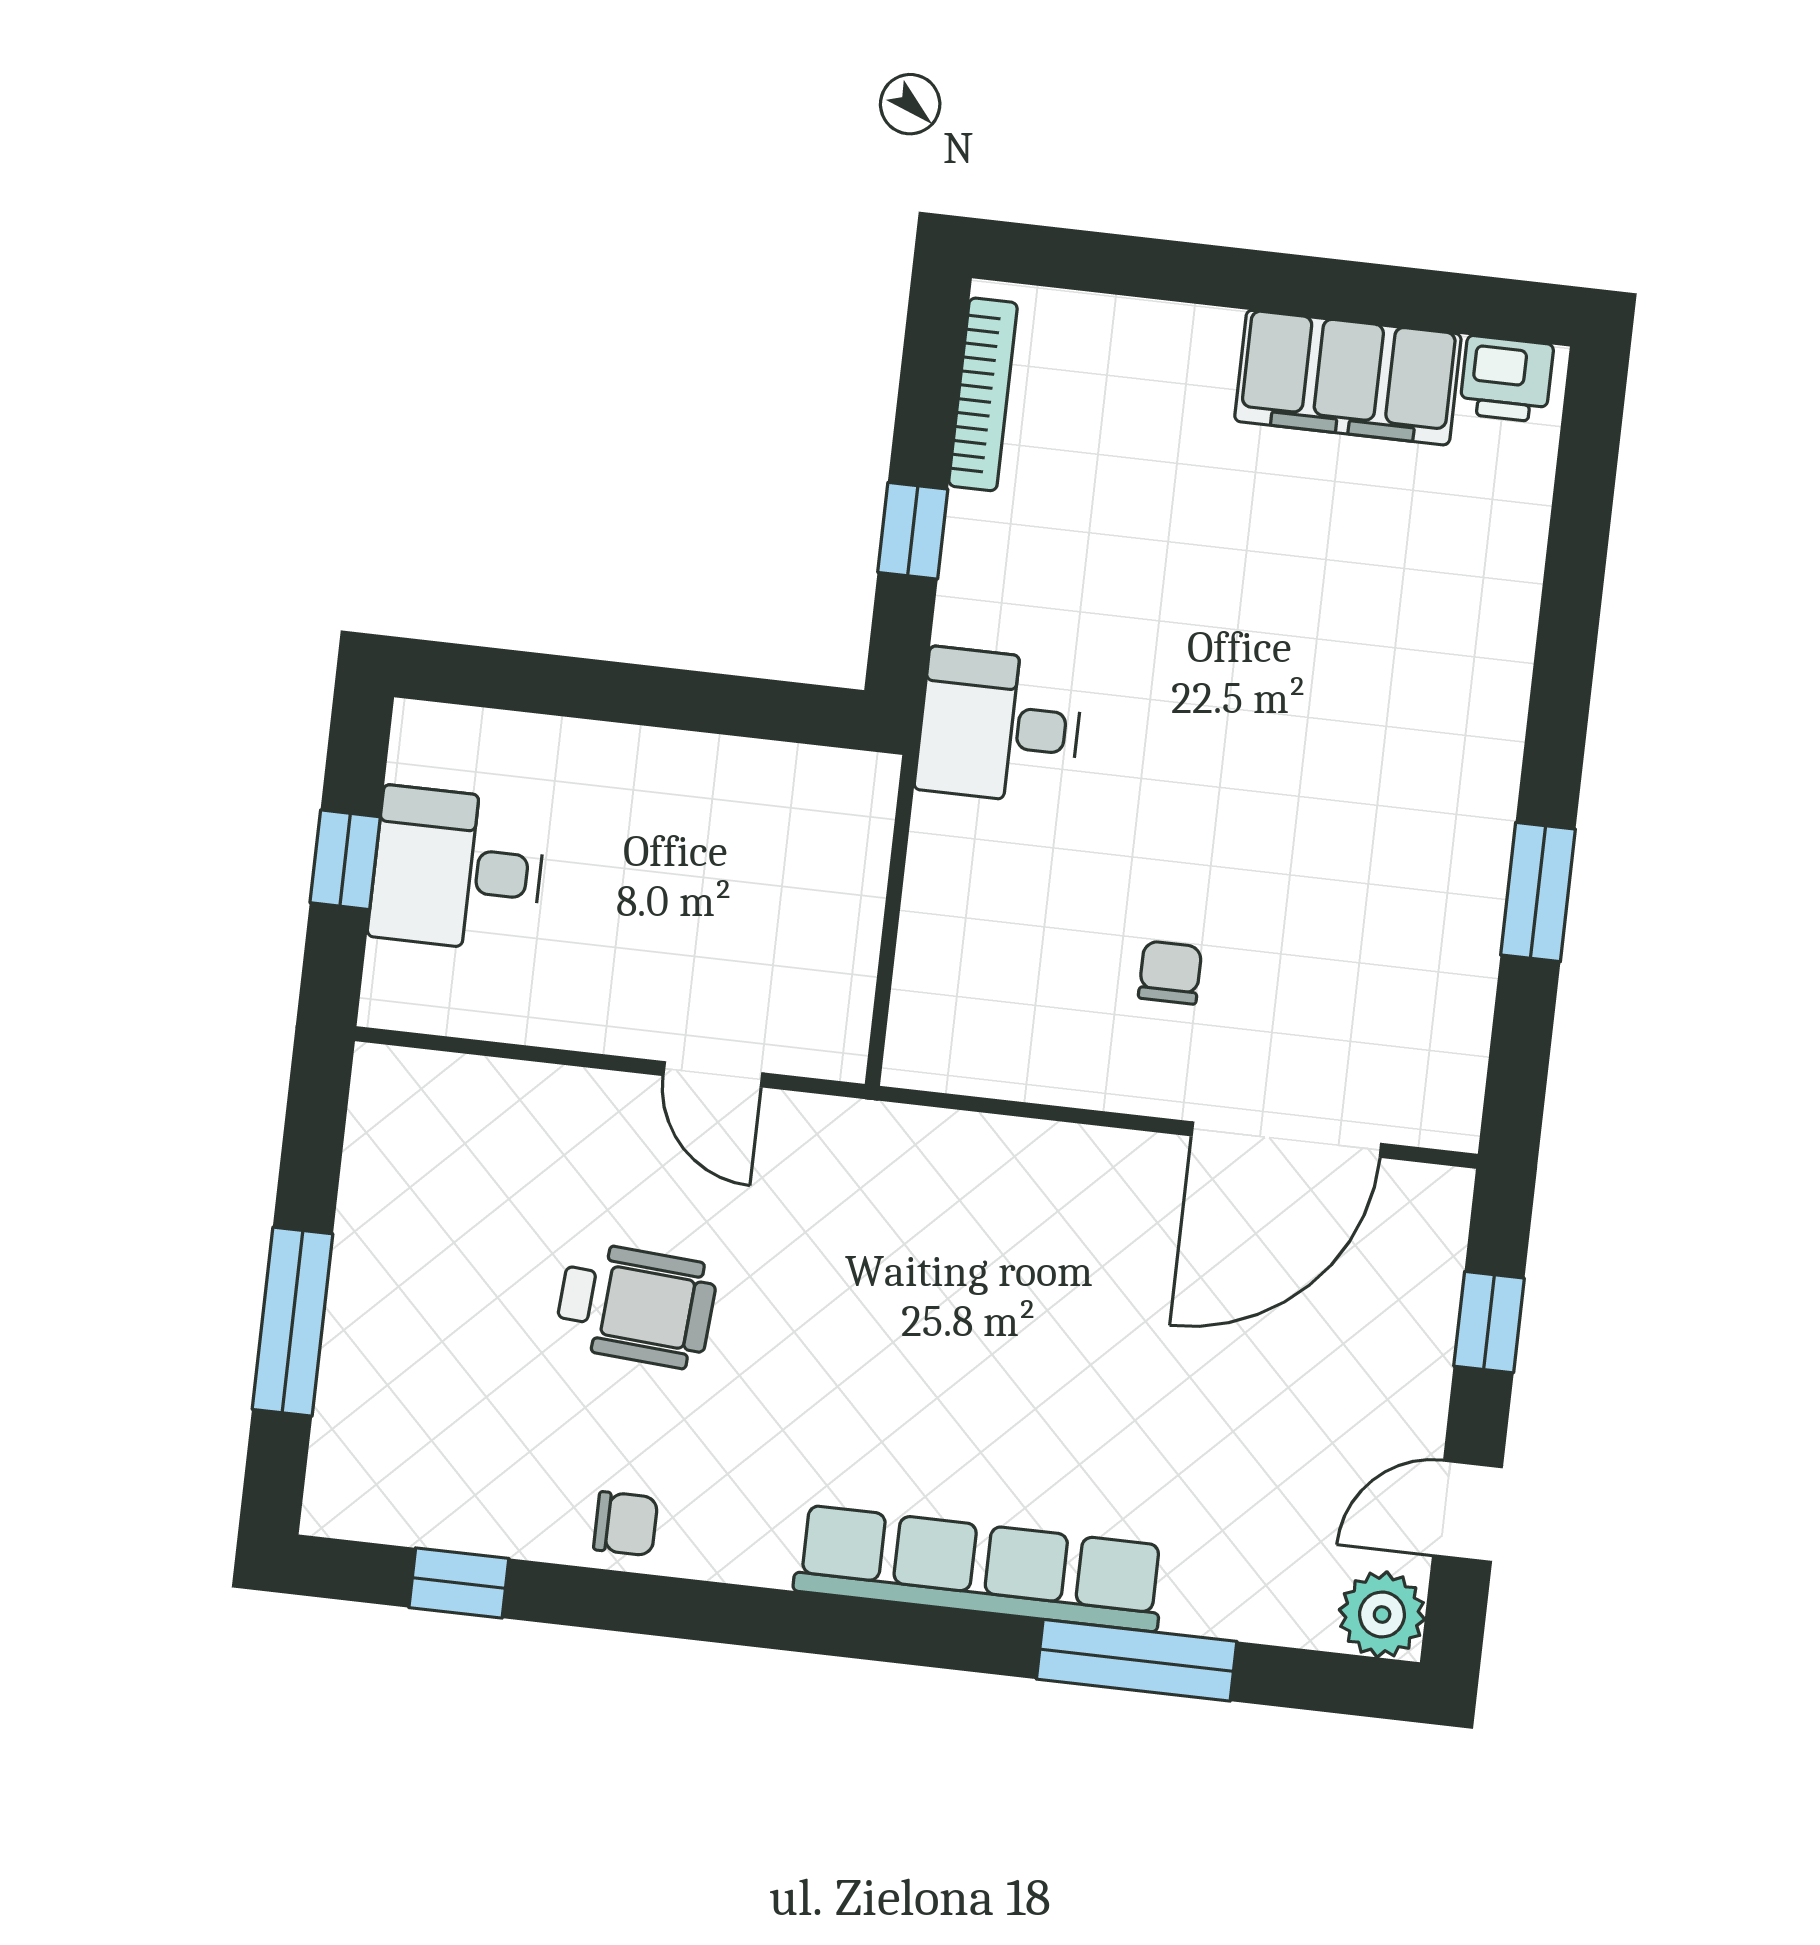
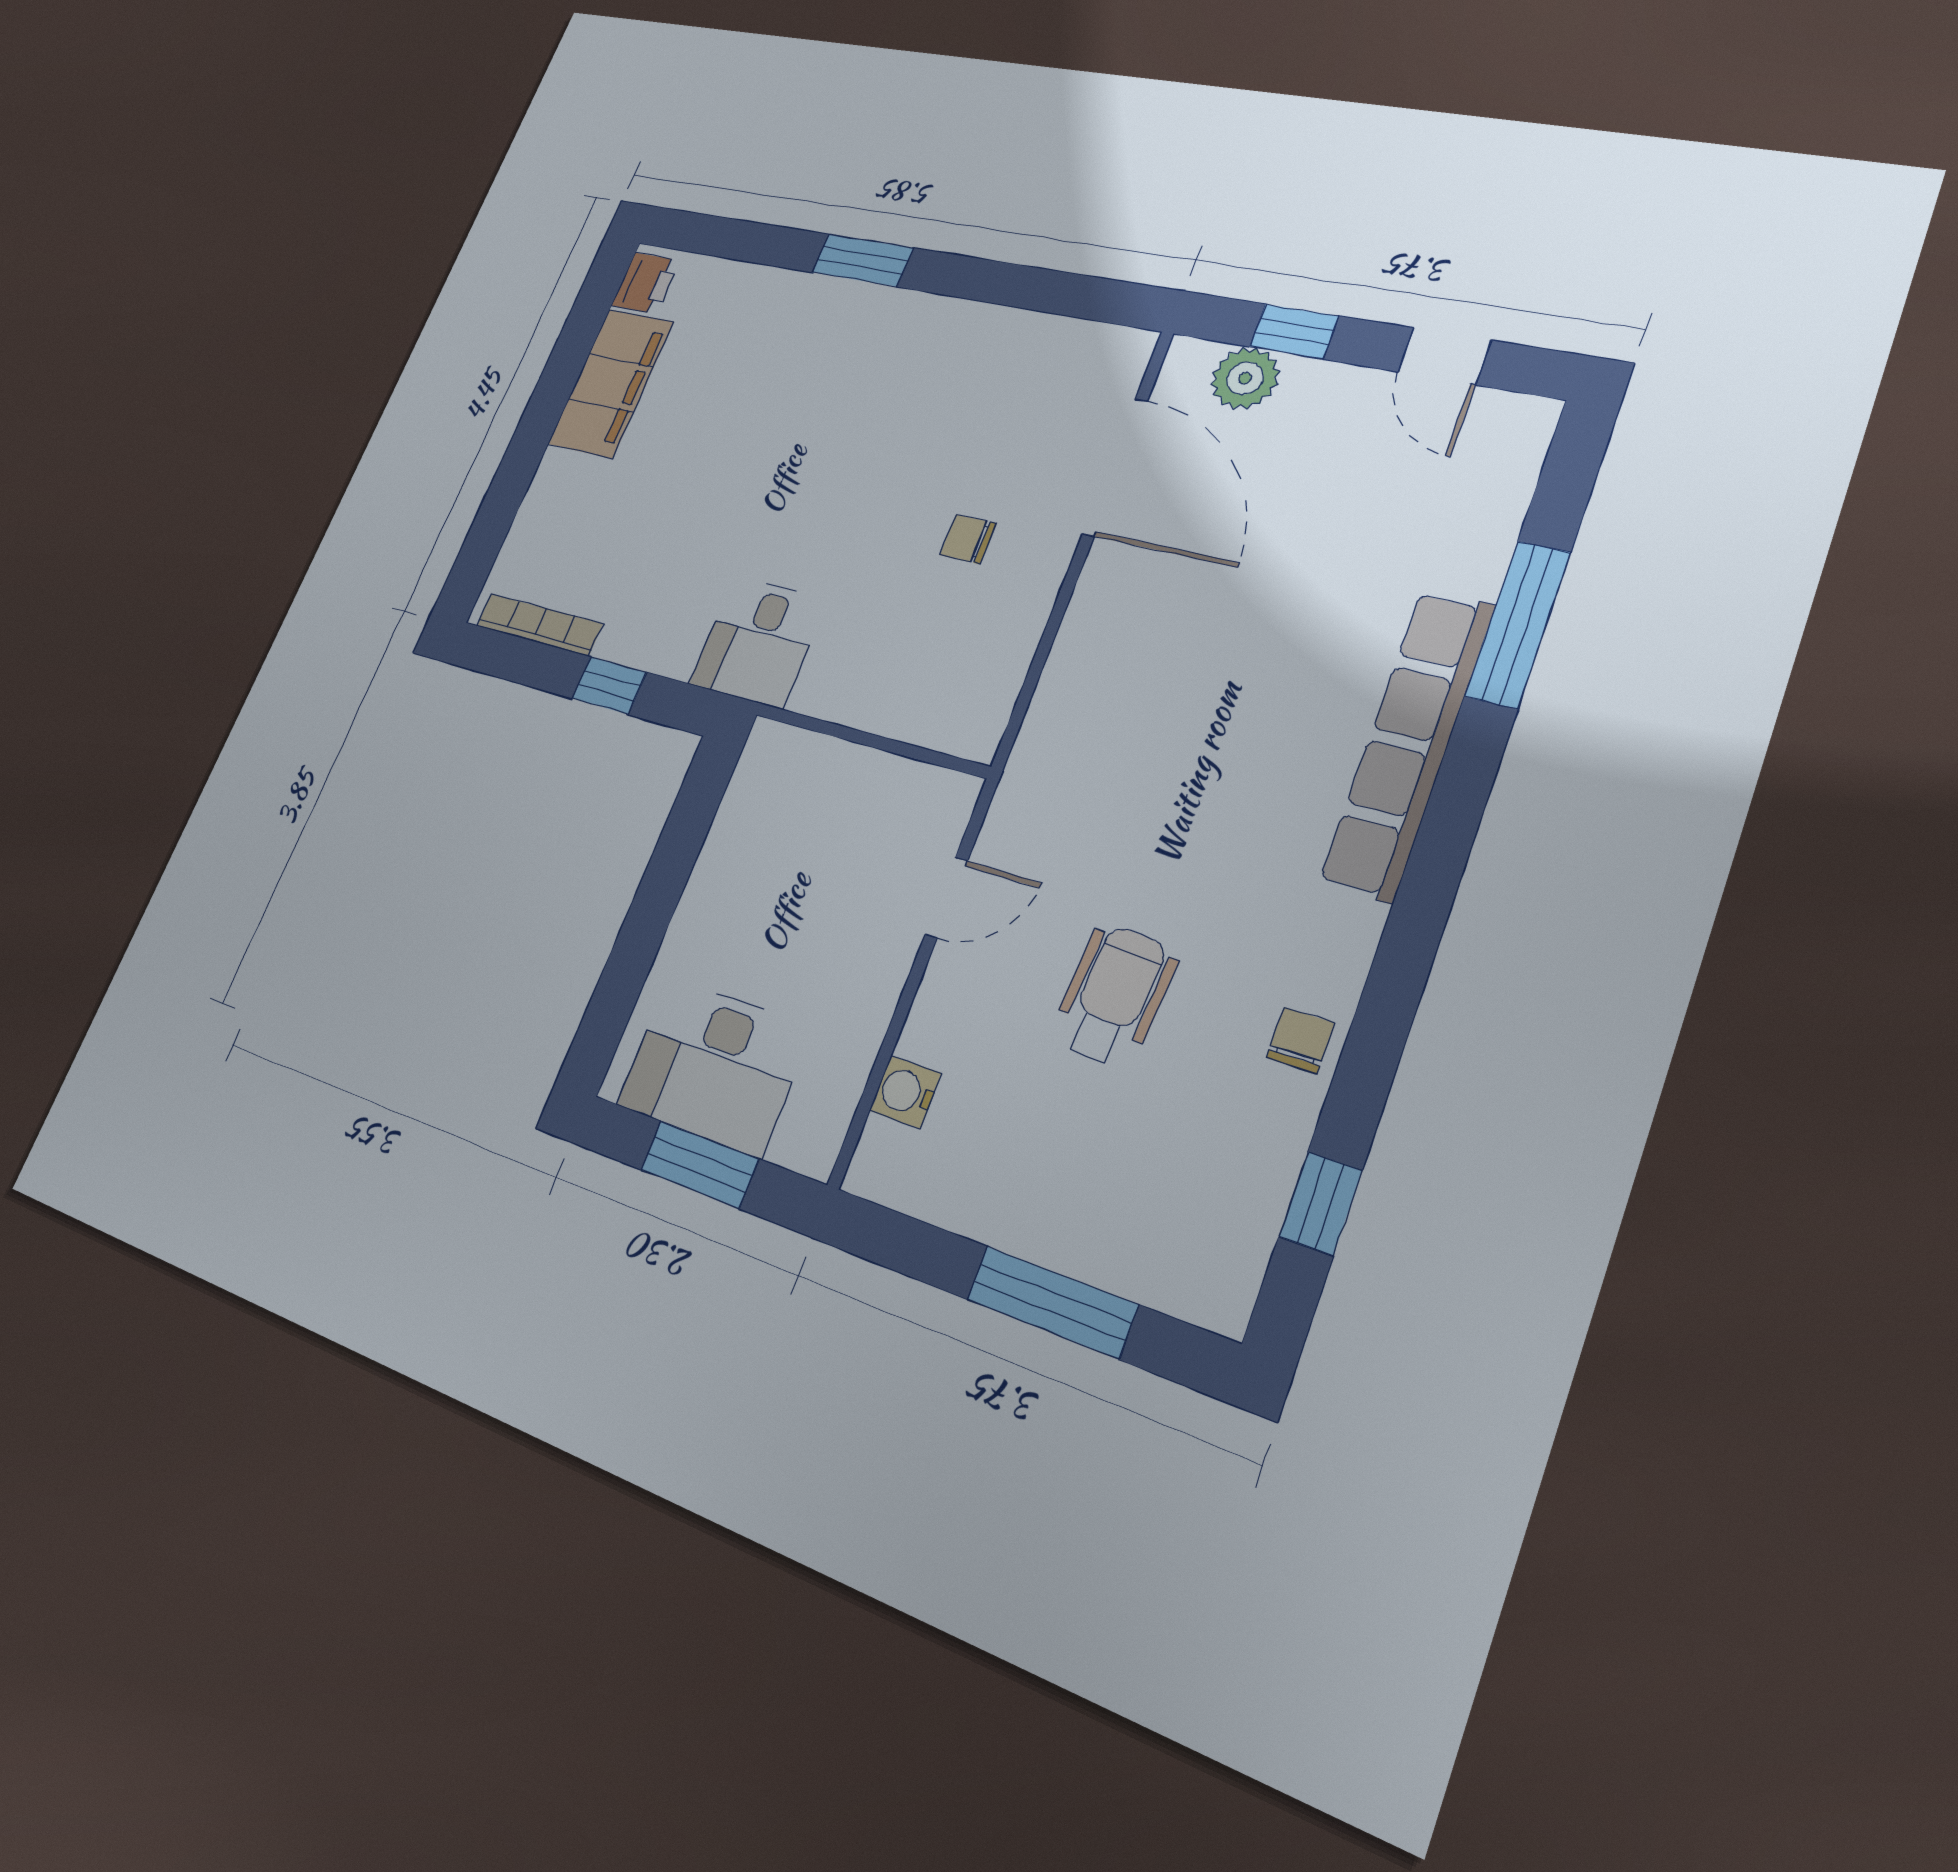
window: (345, 860) -> (700, 1164), width x1.50
desk: (457, 869) -> (714, 1066), width x1.37
window: (1538, 892) -> (863, 260), moved
water cooler: (480, 1089) -> (905, 1092), added
plant: (1382, 1614) -> (1245, 378), moved

